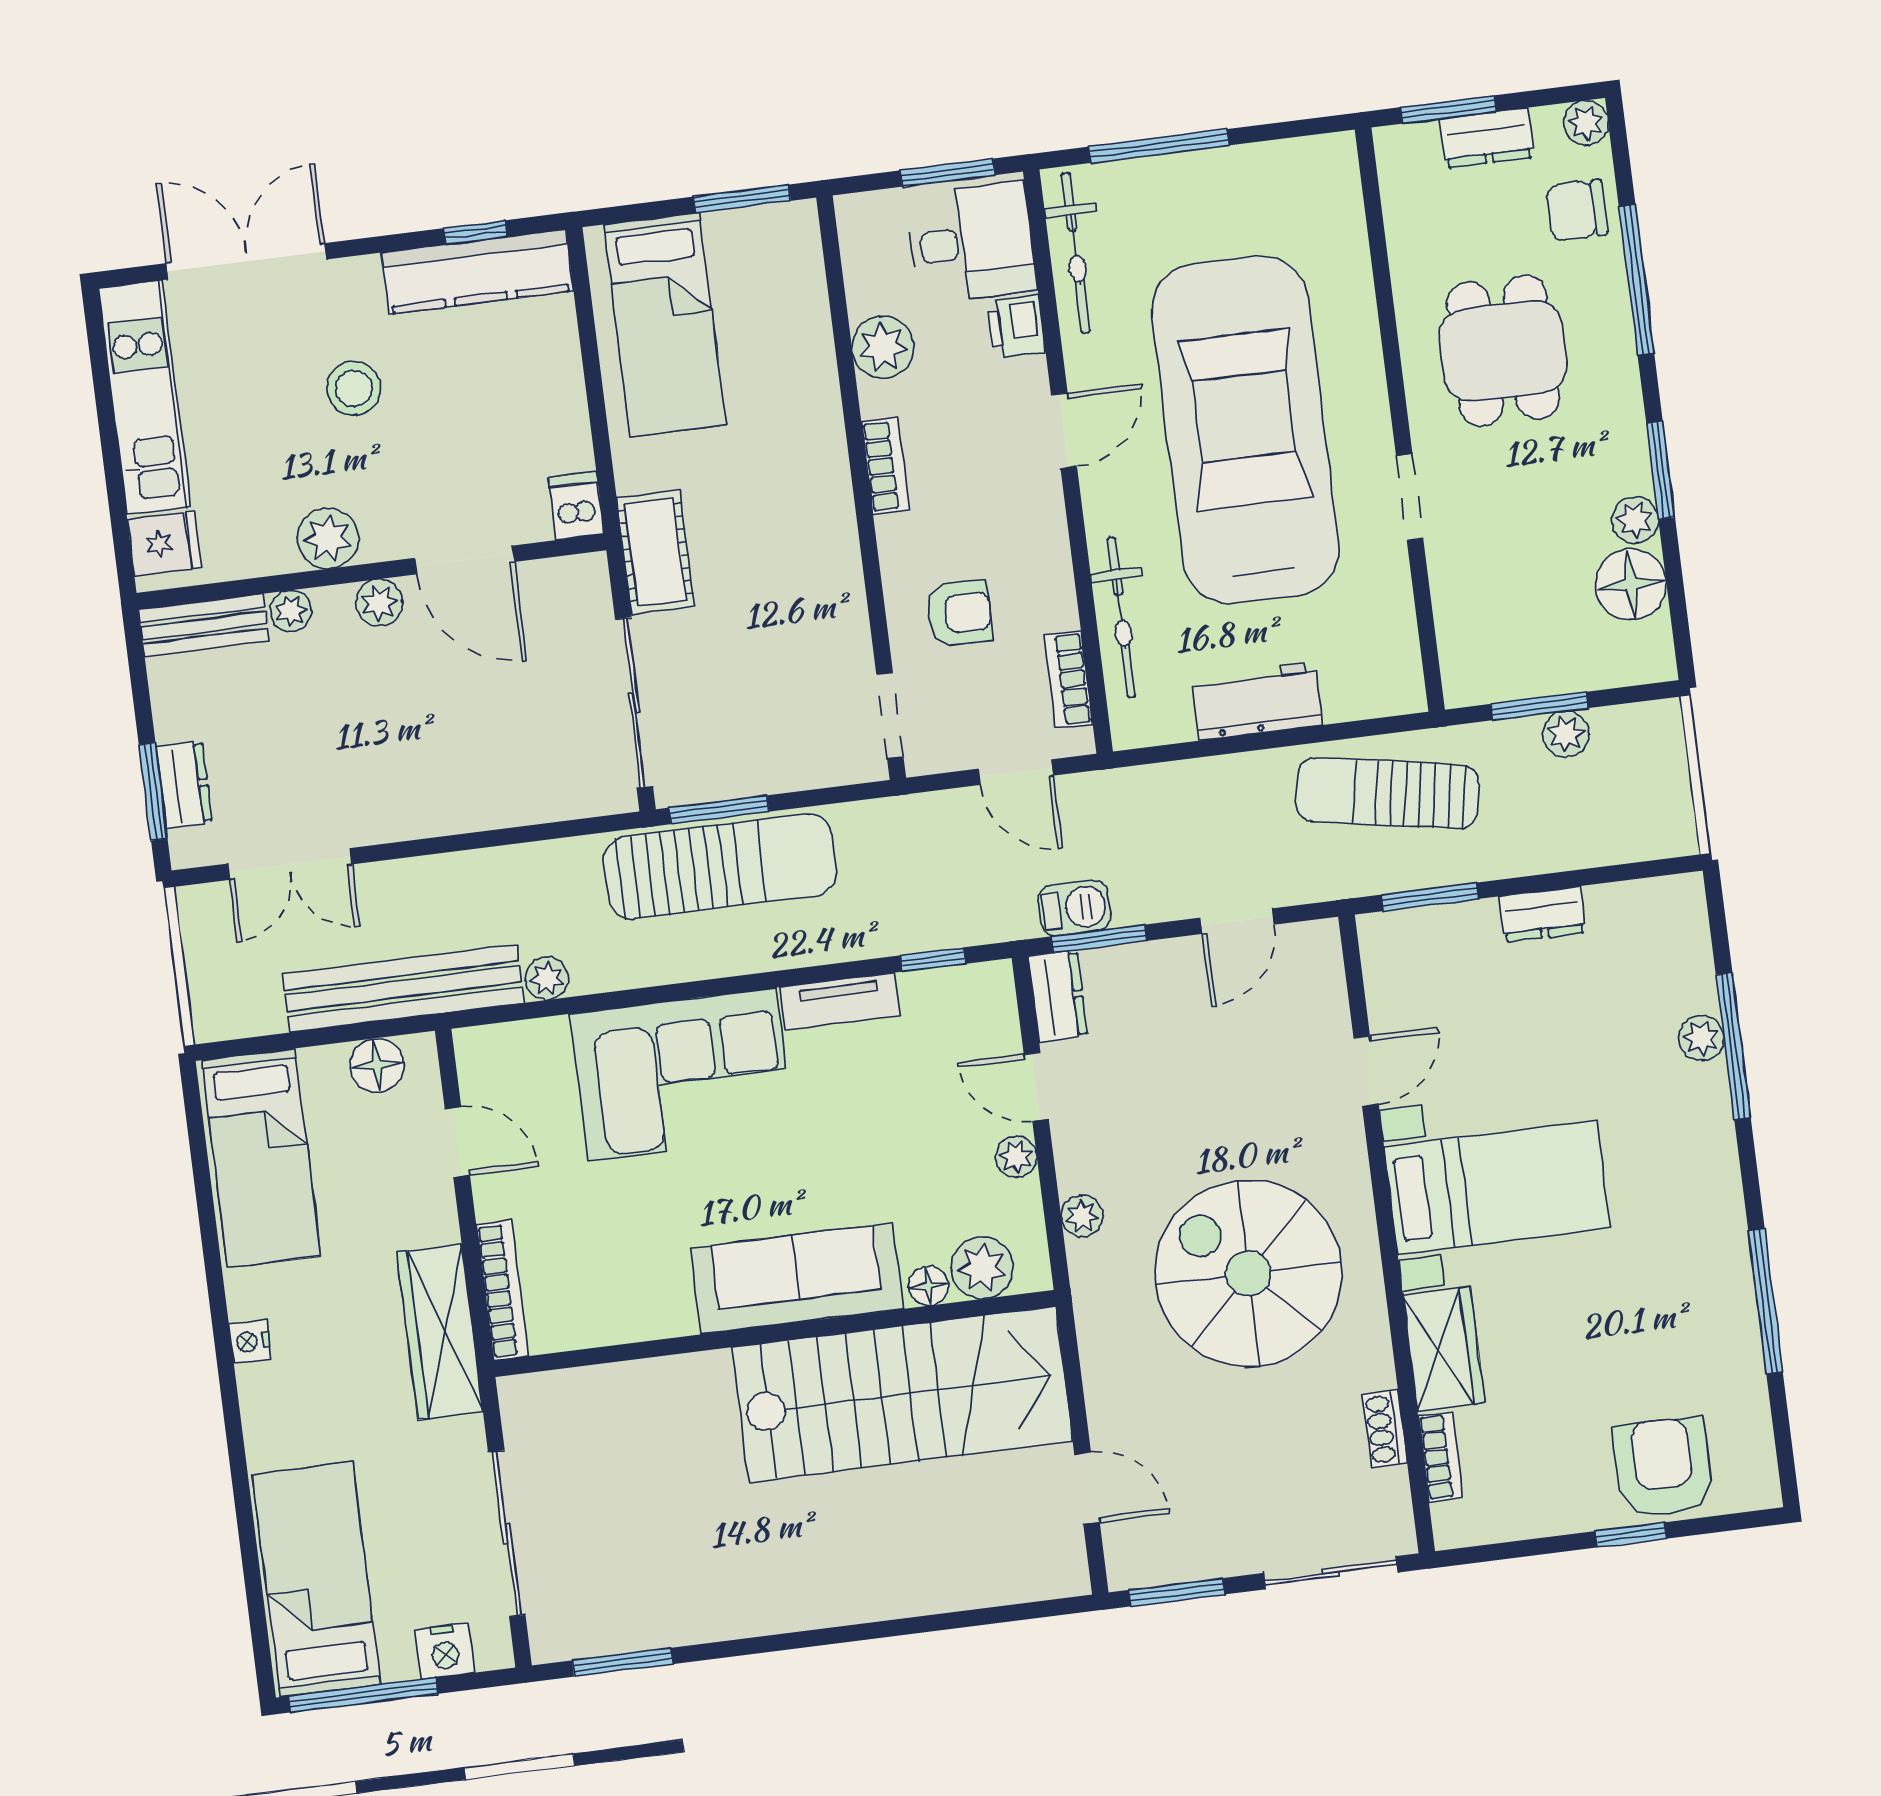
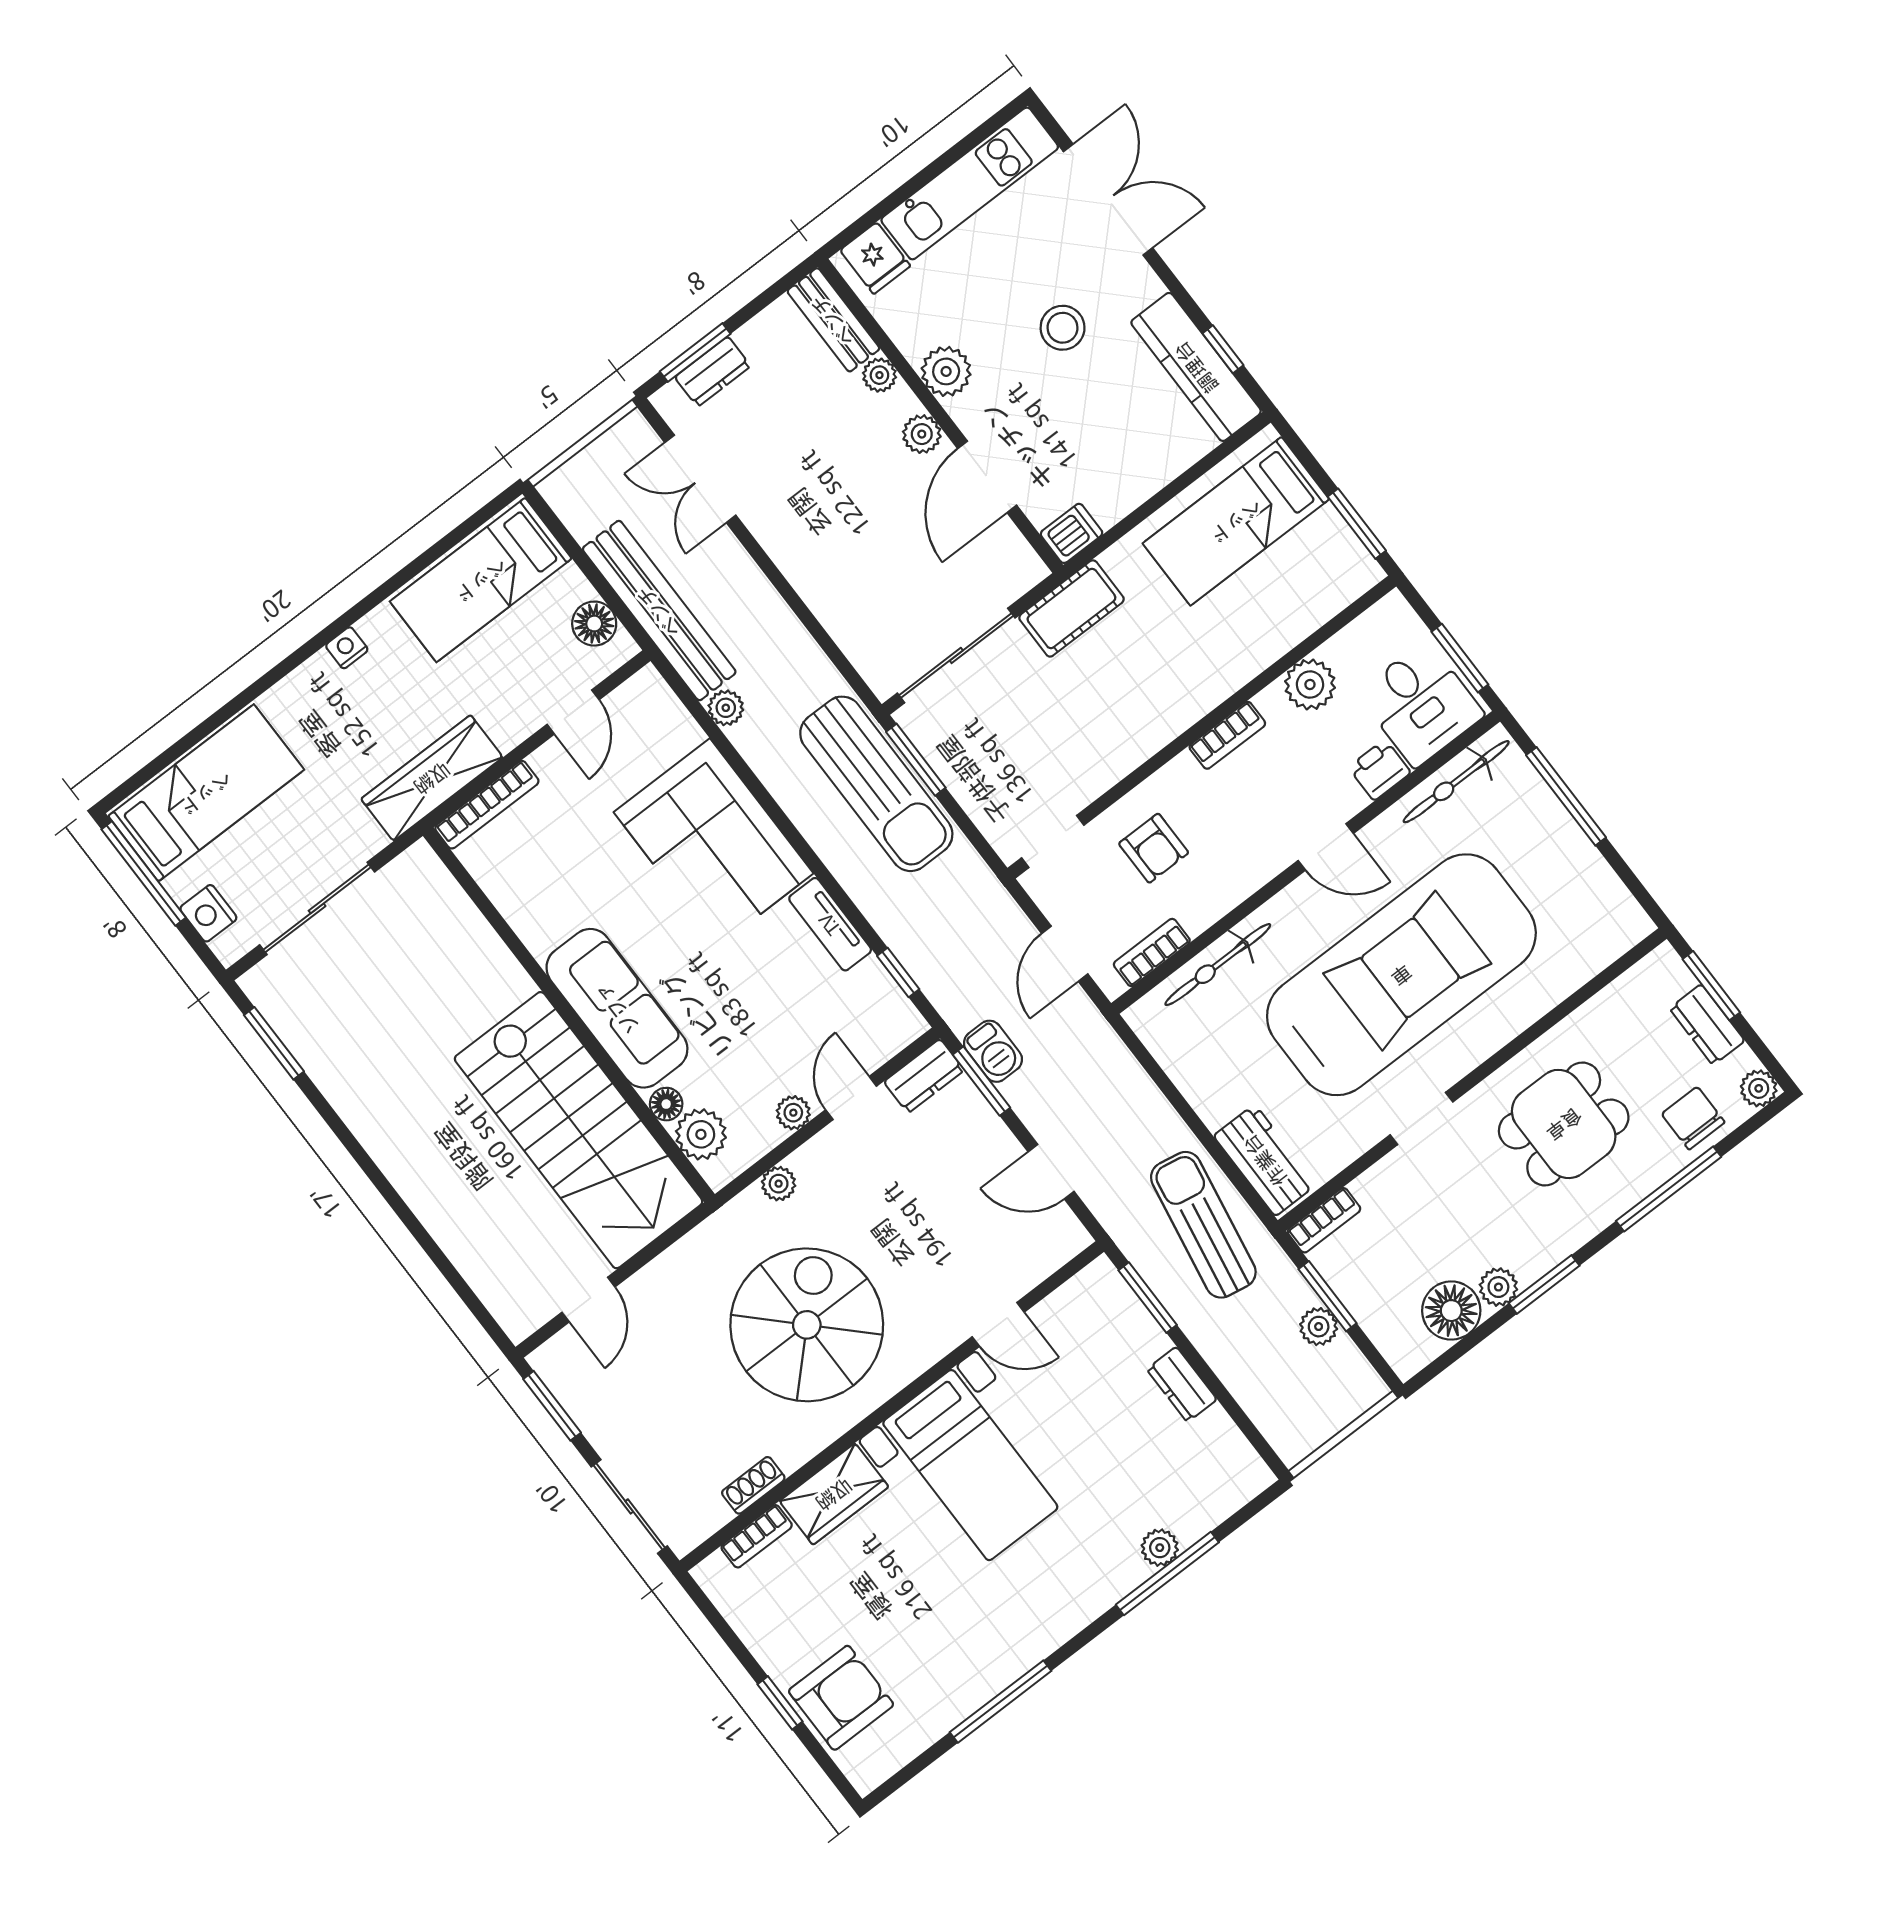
bookcase: (1457, 663) -> (1324, 1220), added
workbench: (1257, 701) -> (1265, 1160), moved

